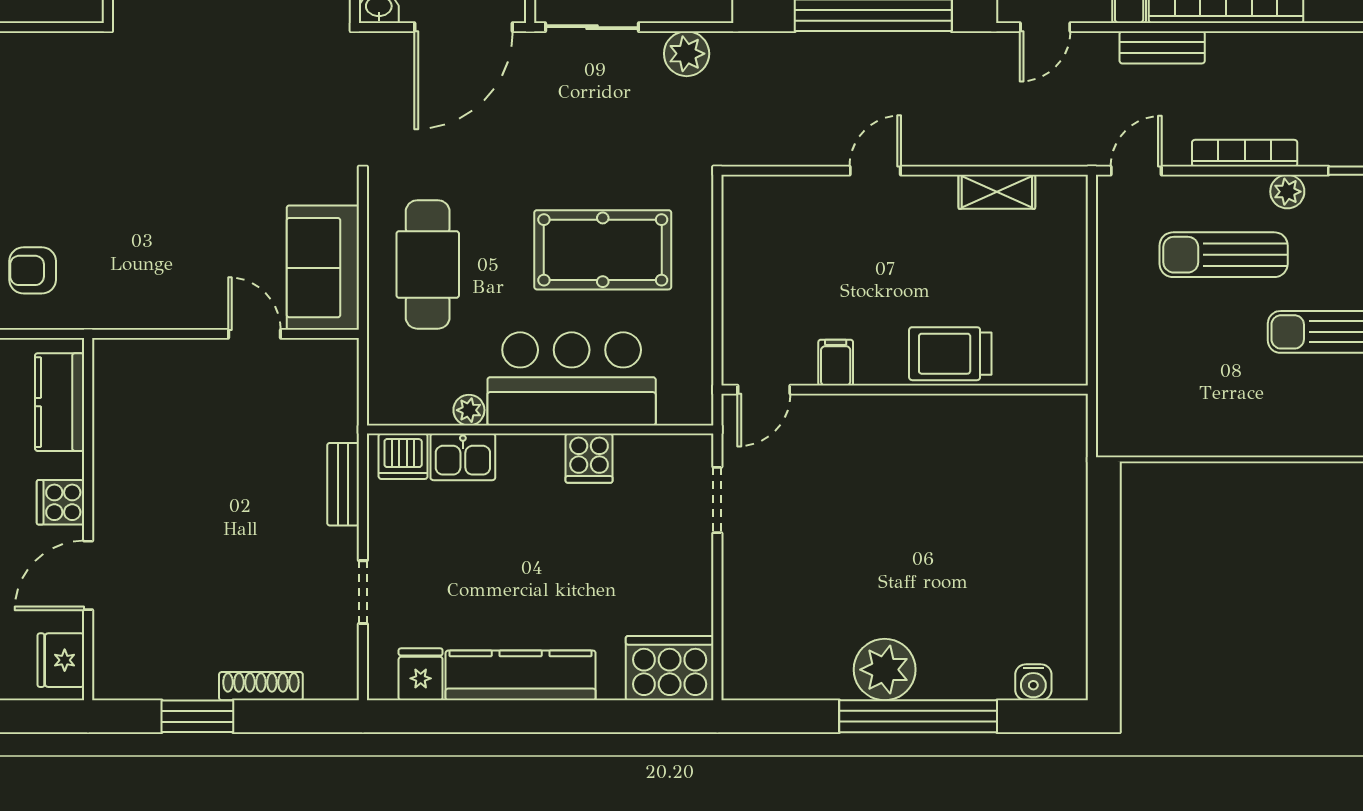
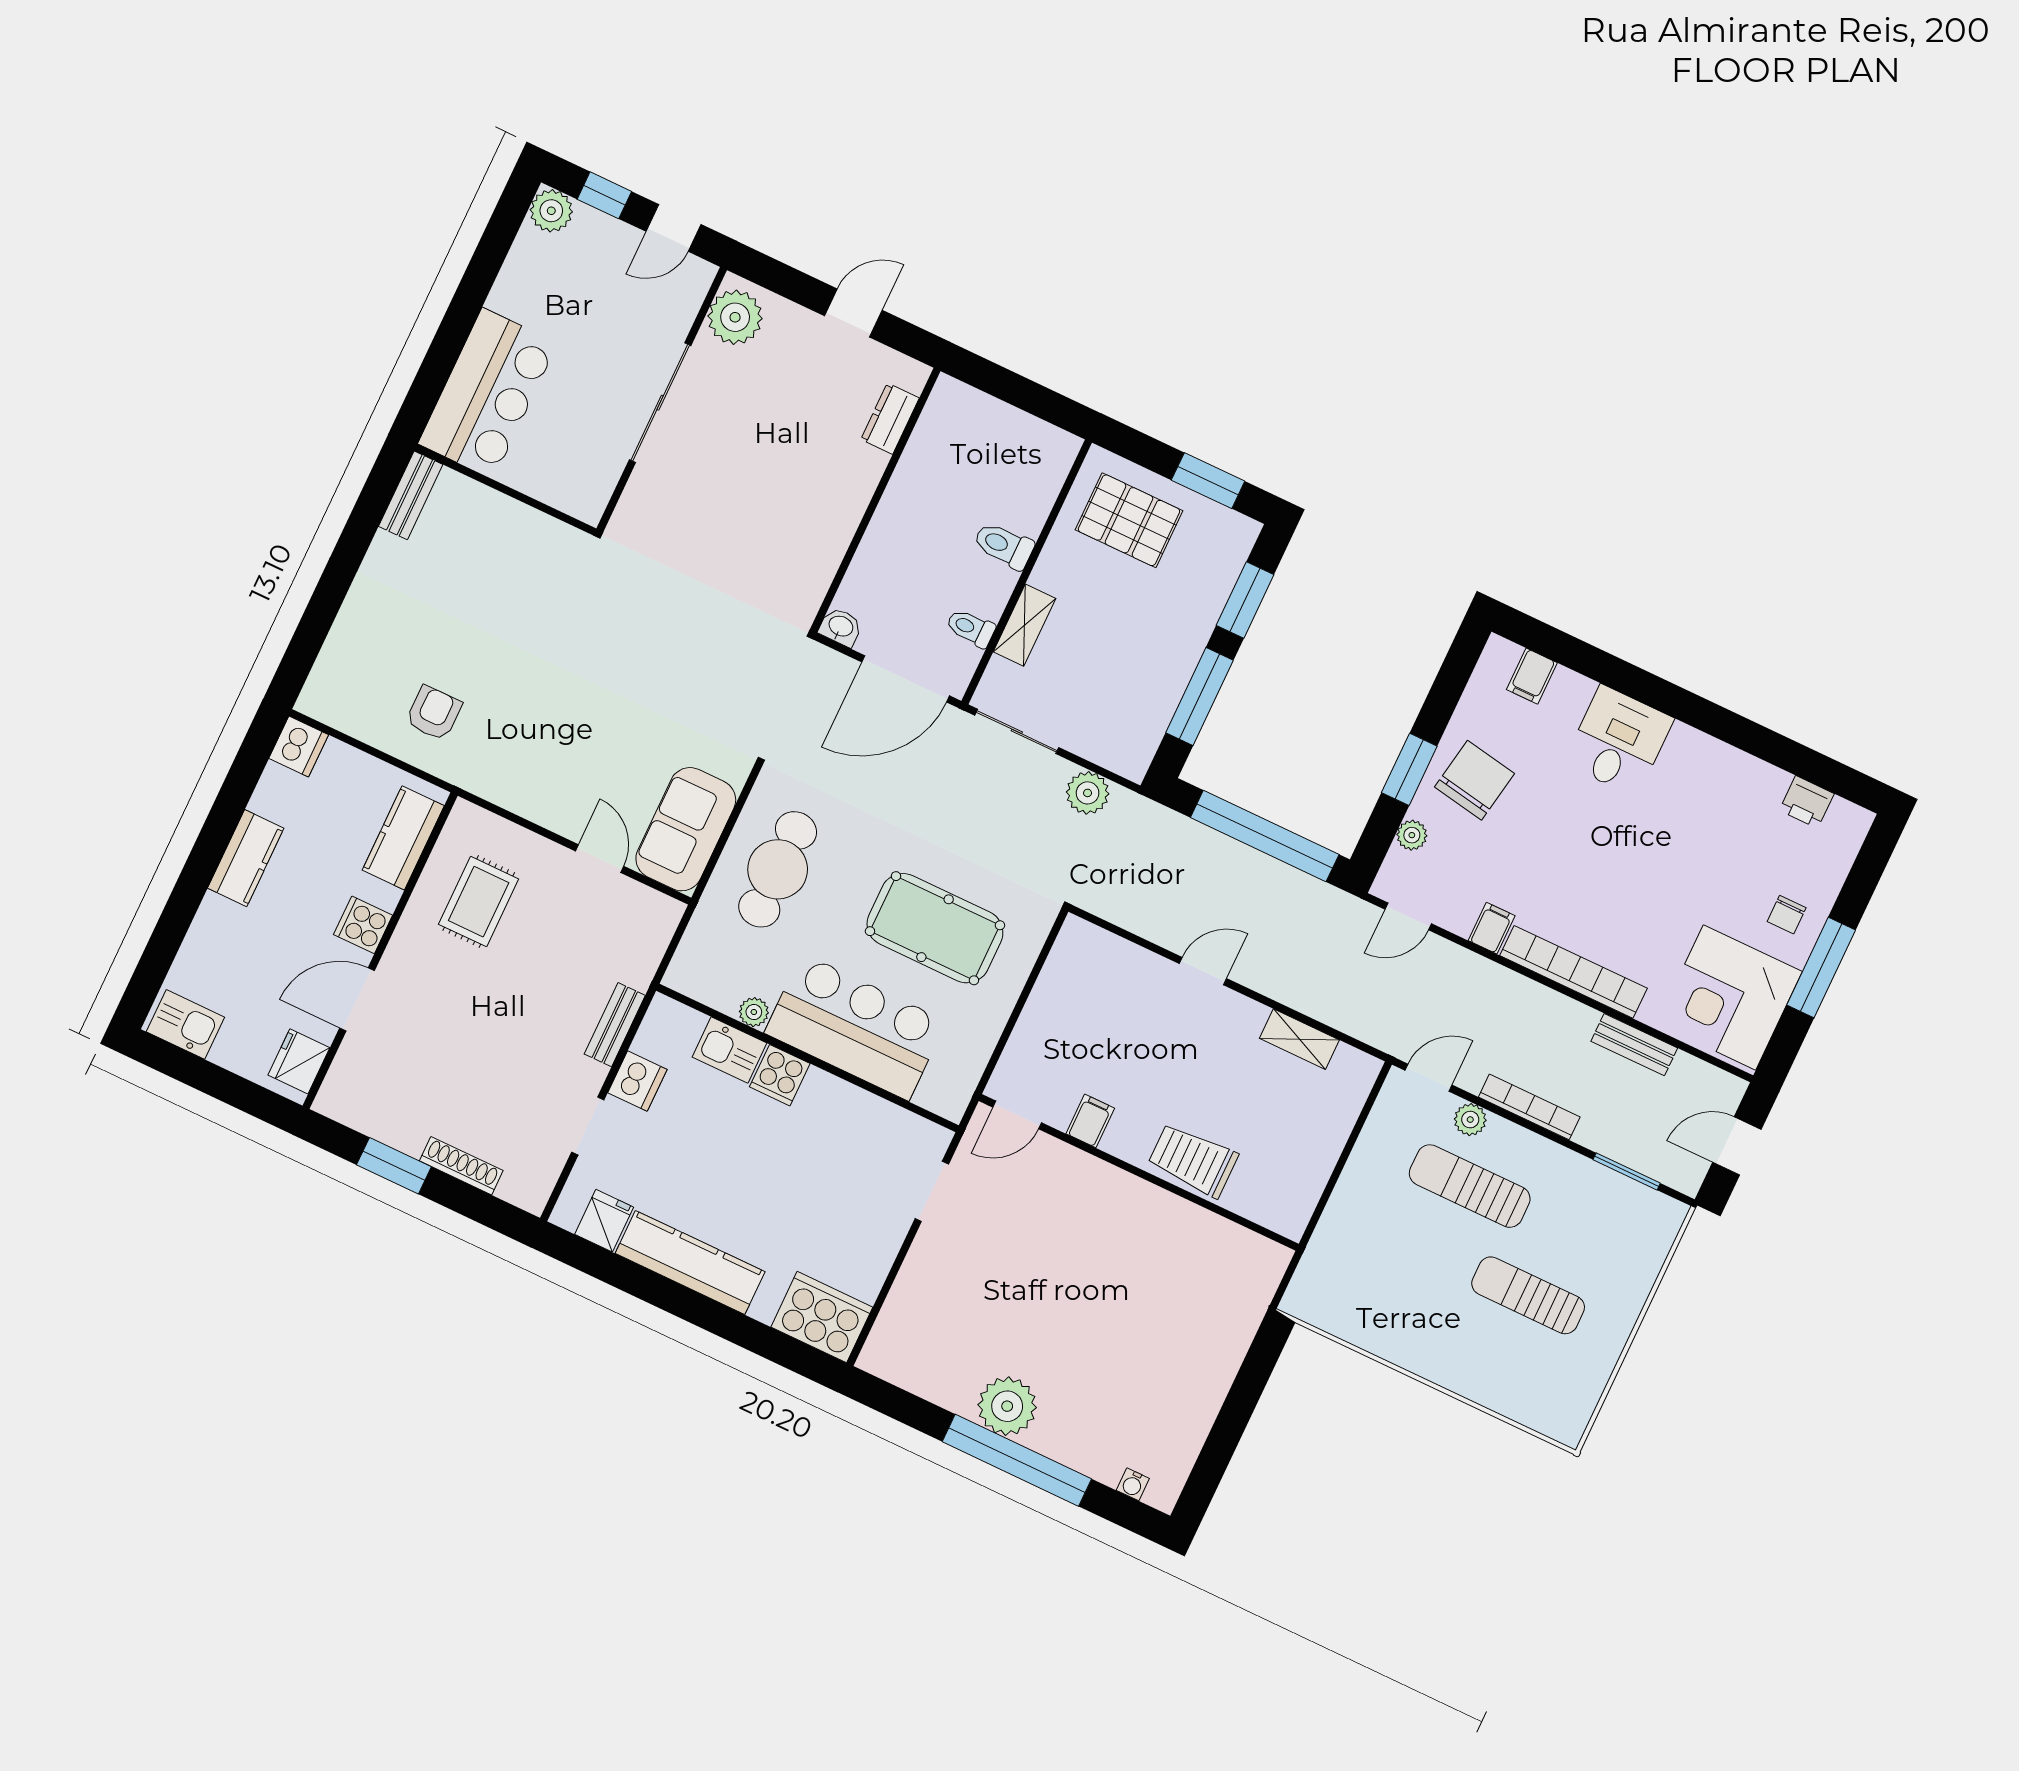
bench: (1162, 47) -> (1634, 1045), moved
plant: (1287, 192) -> (1470, 1120), moved
armchair: (33, 270) -> (434, 713), turned 90
rug: (159, 429) -> (479, 902), added
dishwasher: (403, 456) -> (637, 1081), moved, turned -90
cooker: (589, 458) -> (780, 1075), moved
water cooler: (1033, 682) -> (1133, 1484), width x0.72, depth x0.72

